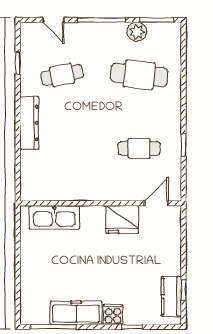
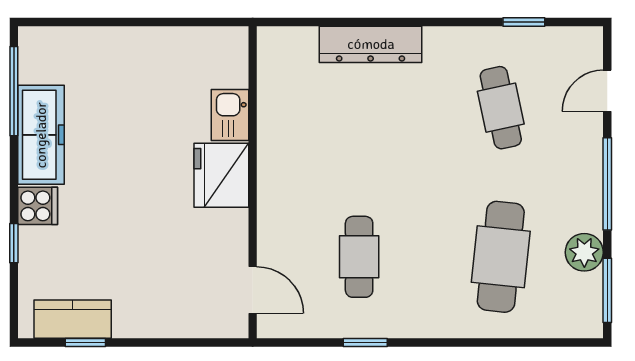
dresser: (29, 123) -> (371, 44), moved
kitchen sink: (54, 217) -> (230, 115), width x0.53, depth x0.81
fridge: (122, 220) -> (221, 175), moved

